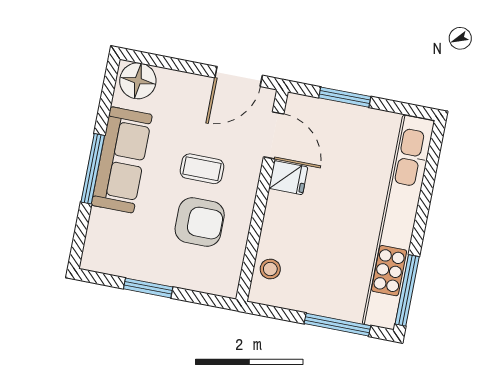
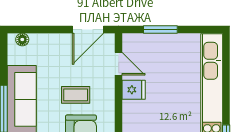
floor lamp: (138, 81) -> (22, 40), width x0.53, depth x0.53
door: (274, 135) -> (119, 64), width x0.73

